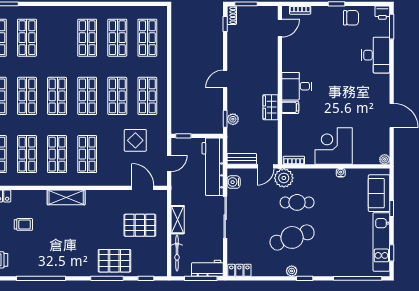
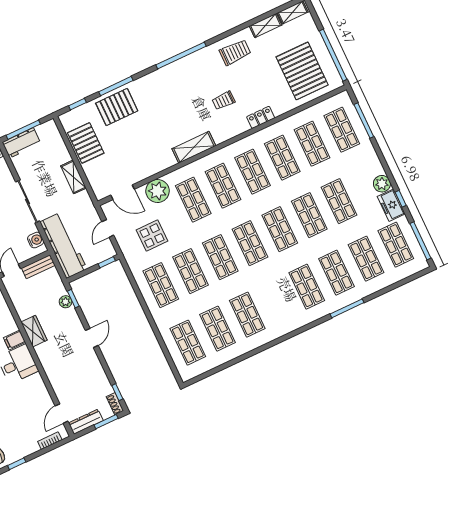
dresser: (263, 12) -> (86, 422), added
plant: (113, 175) -> (158, 191), added
pallet: (140, 225) -> (86, 143), moved, turned 90
bicycle: (177, 253) -> (59, 144), removed

